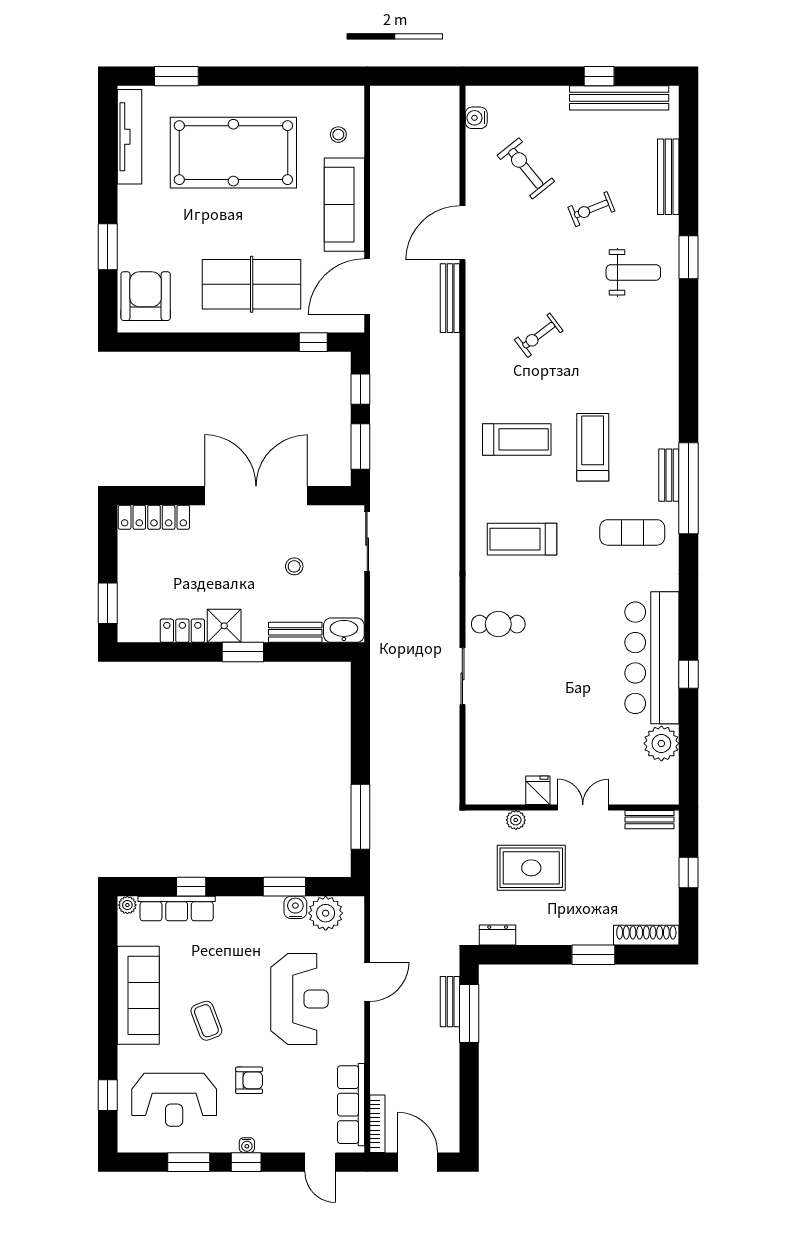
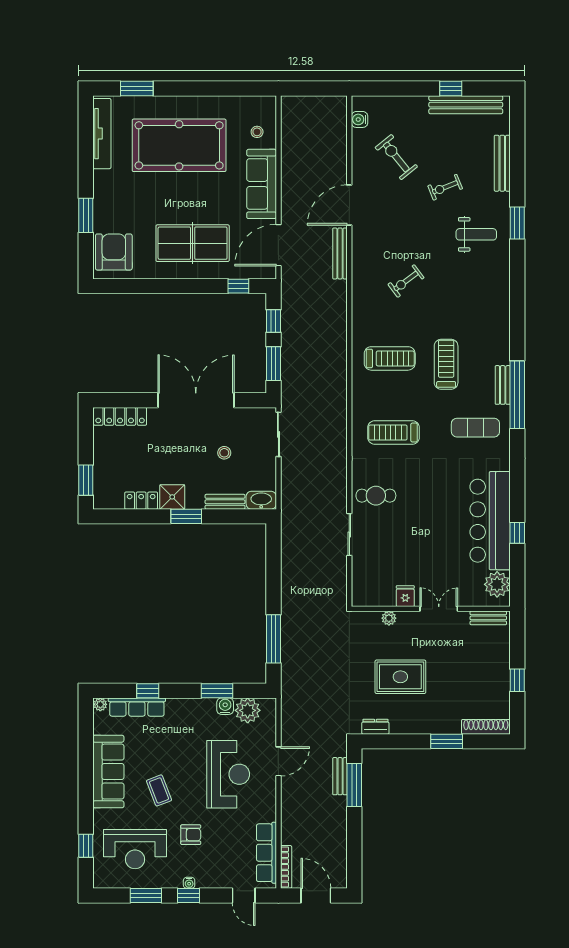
fridge: (538, 790) -> (405, 596), moved
wall: (572, 807) -> (431, 609), moved
double door: (583, 807) -> (439, 609), moved
plant: (516, 820) -> (389, 618), moved
bench: (650, 820) -> (488, 618), moved

